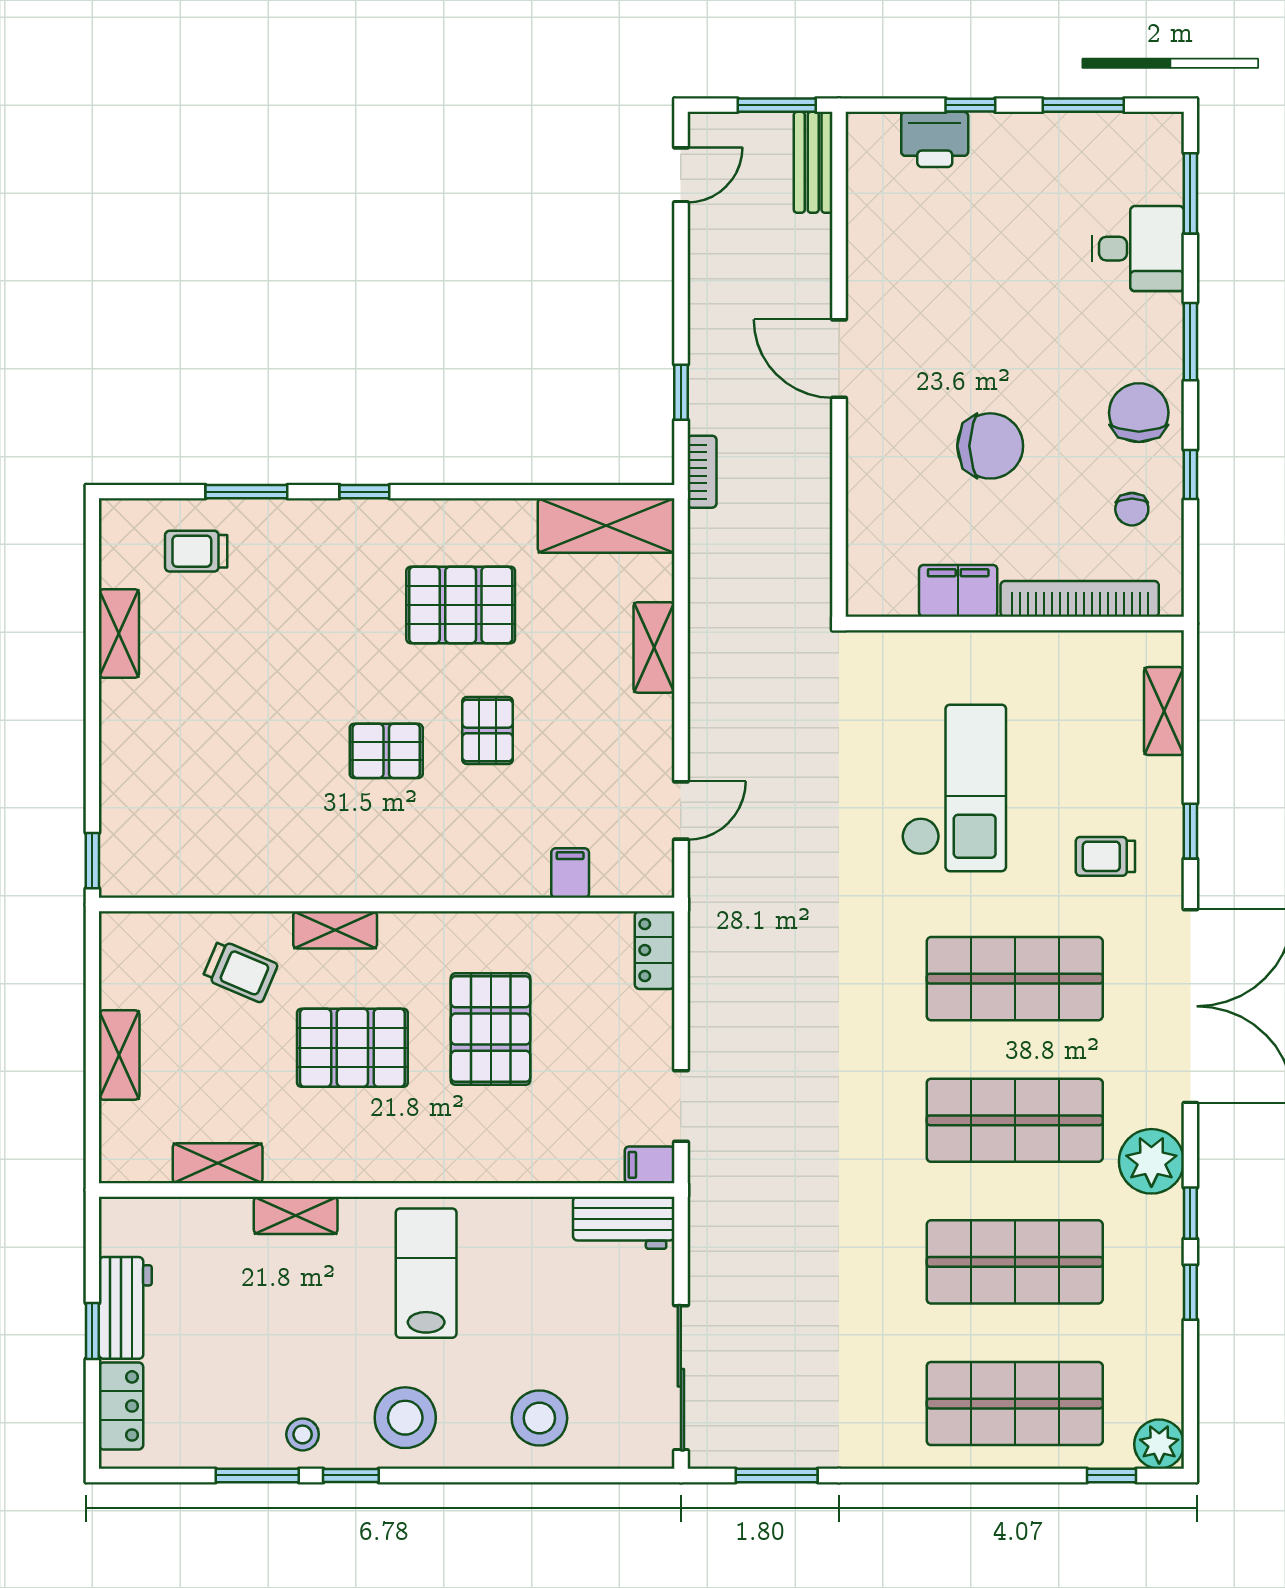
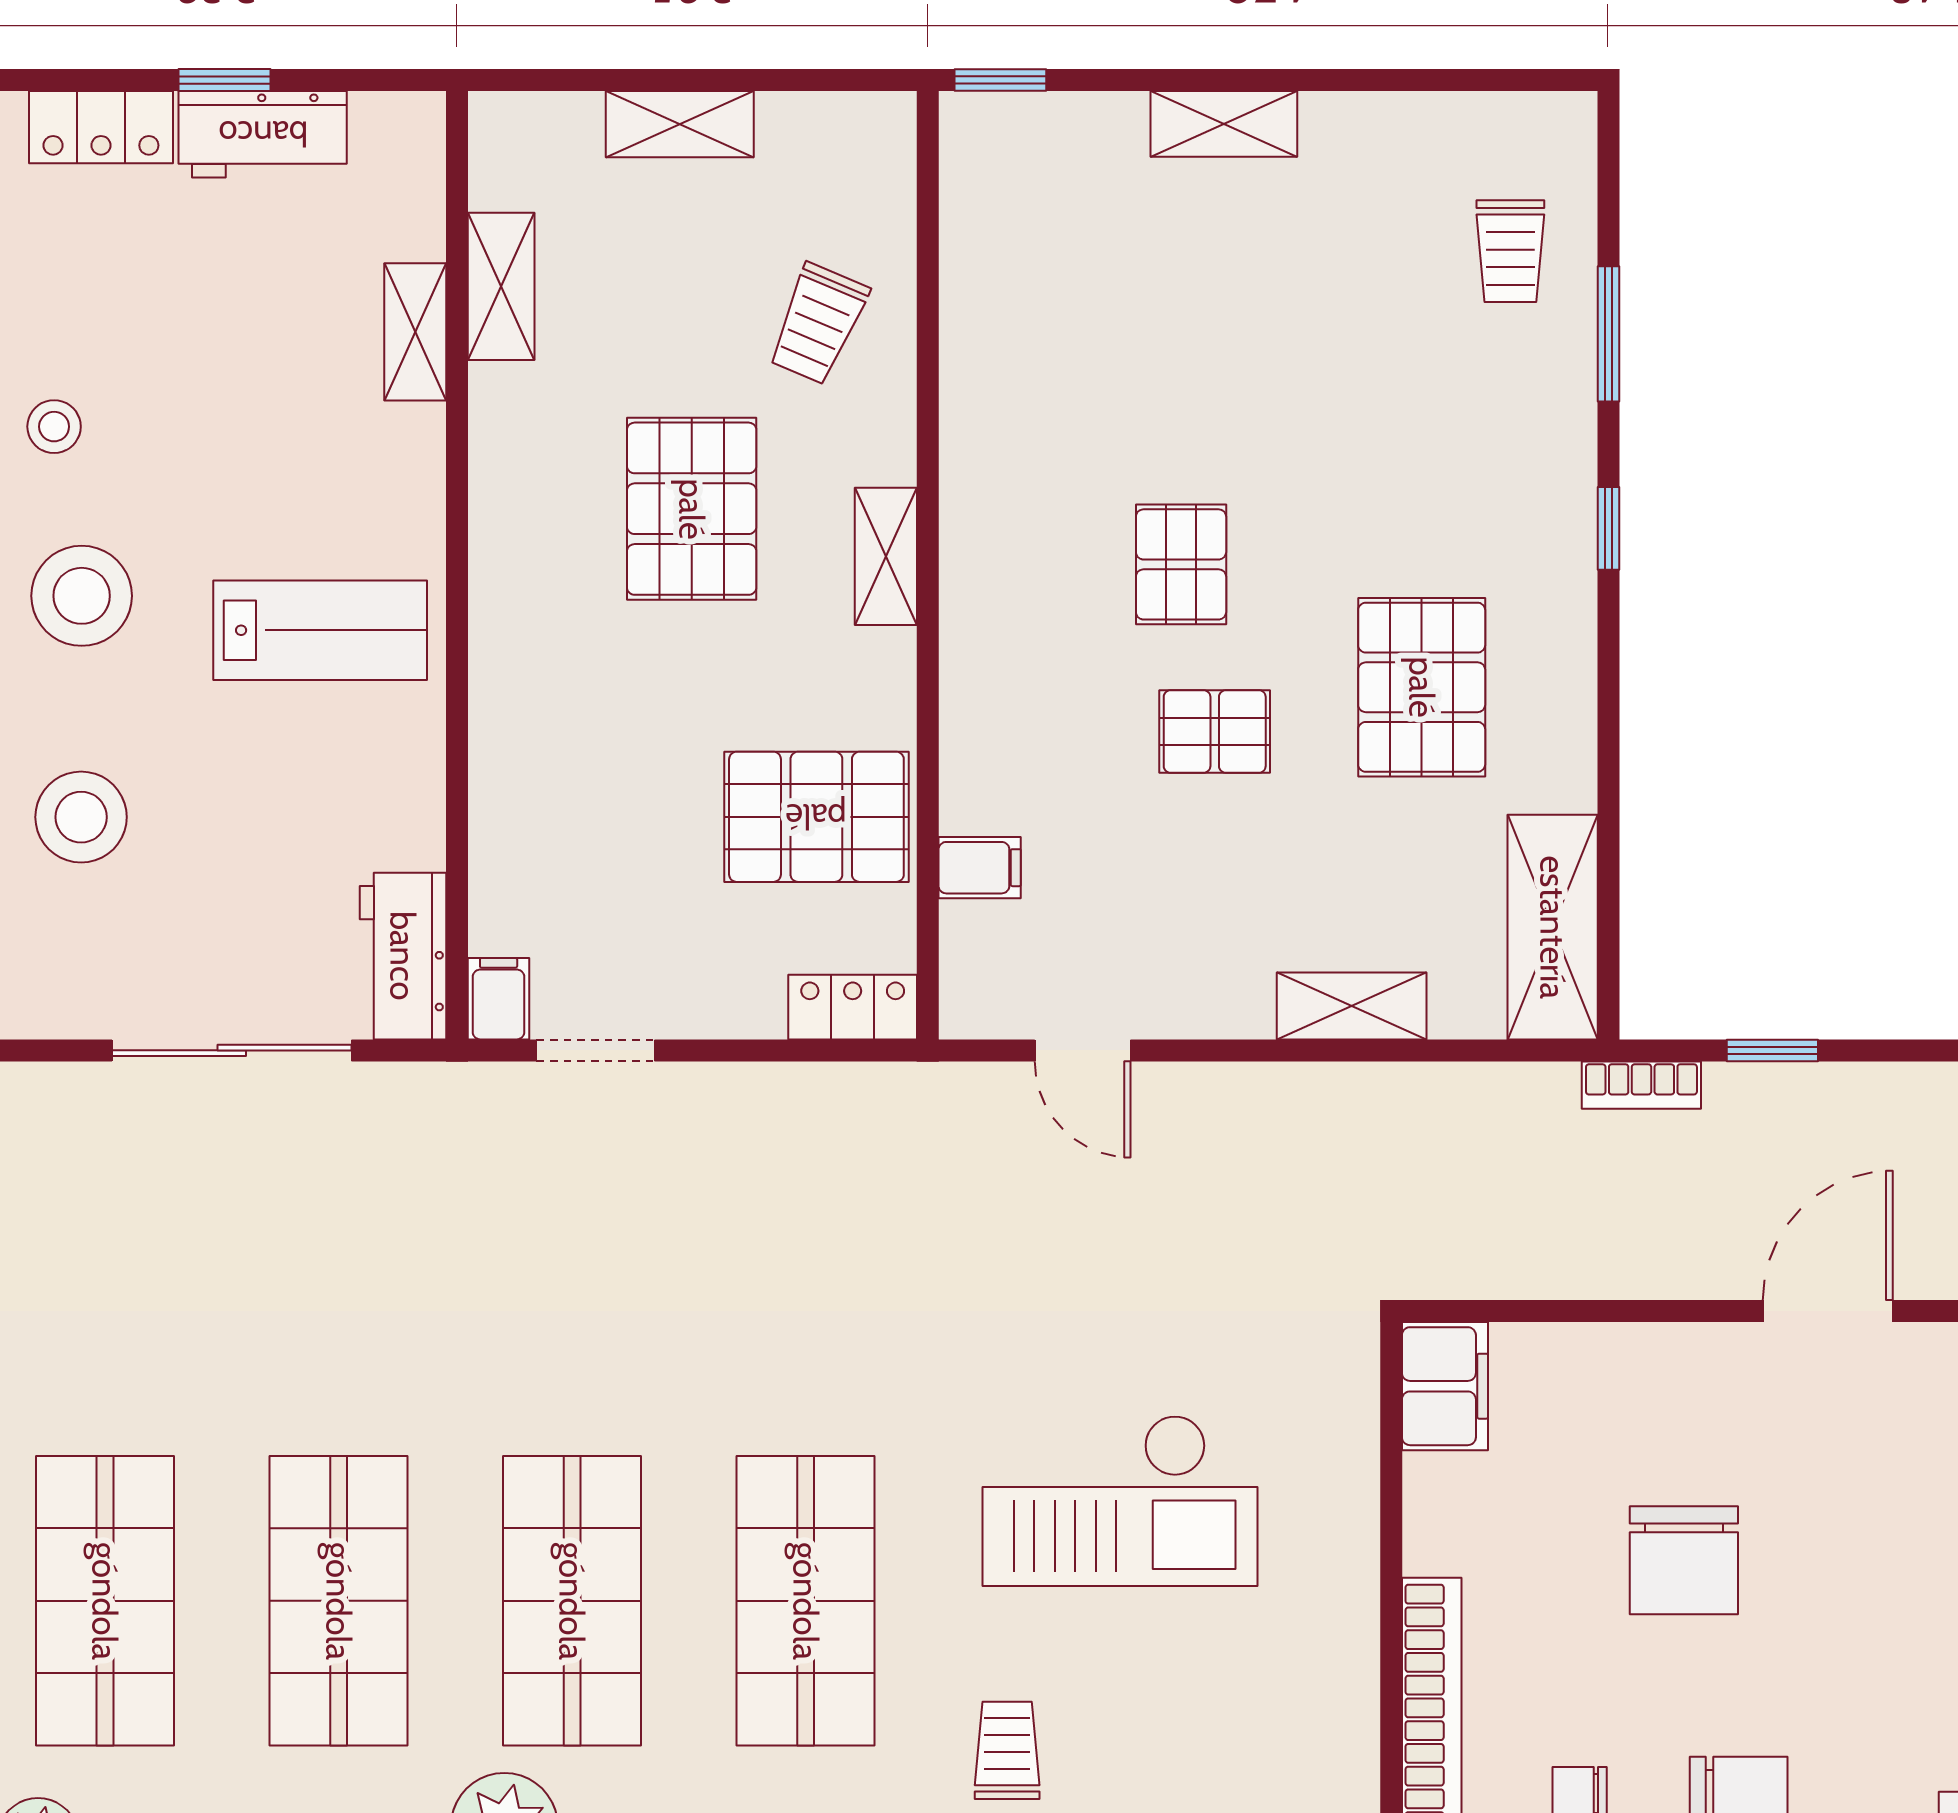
trolley: (196, 551) -> (1510, 251), turned 180
filing cabinet: (958, 591) -> (1445, 1386), moved
shelving: (119, 633) -> (1224, 124), moved
shelving: (335, 930) -> (886, 556), moved
pallet: (491, 1029) -> (816, 817), moved
shelving: (296, 1215) -> (415, 332), moved
sliding door: (681, 1378) -> (232, 1050), moved

